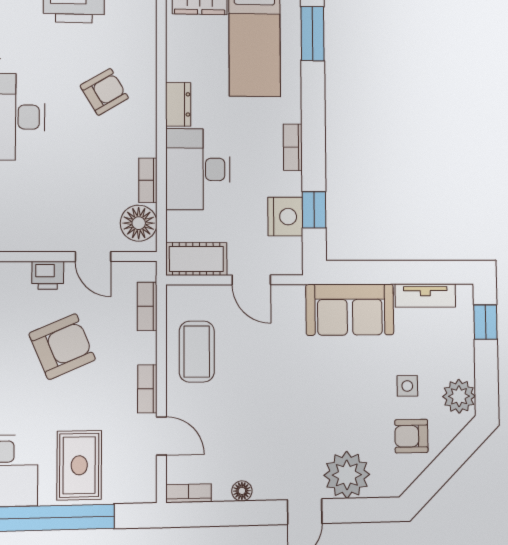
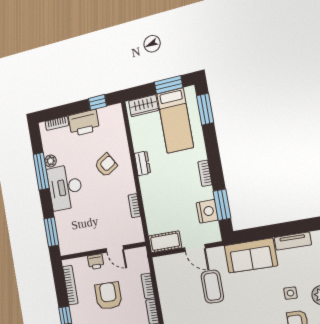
desk: (198, 169) -> (158, 195), removed
window: (314, 210) -> (222, 205), width x1.50
floor lamp: (139, 223) -> (134, 228), removed
bookcase: (147, 306) -> (148, 286), moved
armchair: (62, 347) -> (108, 296), turned -67
coffee table: (197, 352) -> (212, 287), moved

